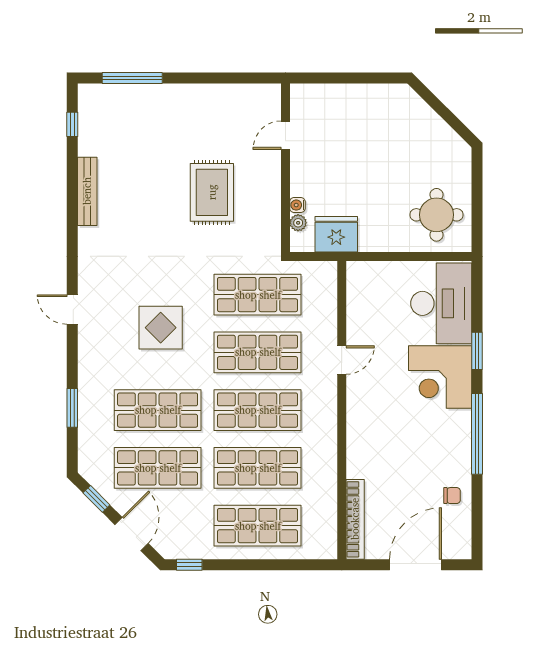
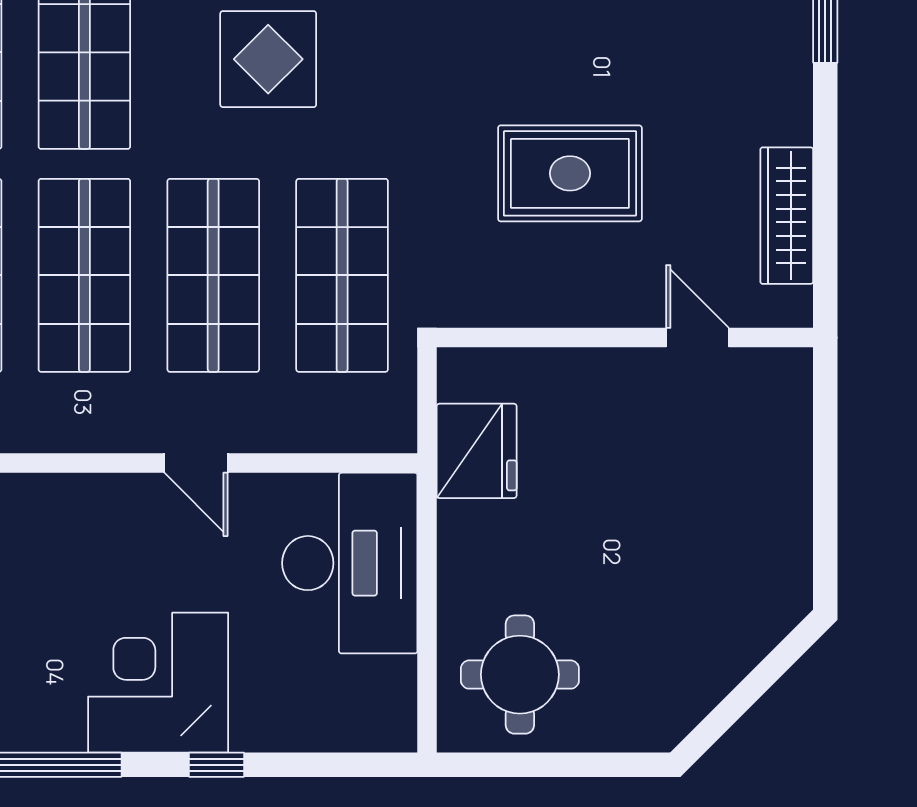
wardrobe: (231, 95) -> (787, 216), added
water cooler: (297, 205) -> (542, 364), removed
plant: (298, 223) -> (502, 366), removed
desk: (441, 303) -> (350, 563), moved, turned -90
window: (477, 351) -> (216, 765), width x0.67

